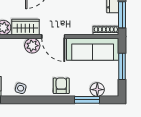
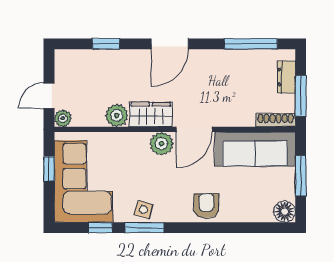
door: (53, 36) -> (194, 129), hinge flipped
floor lamp: (97, 90) -> (285, 212), moved
window: (87, 100) -> (145, 228), moved

